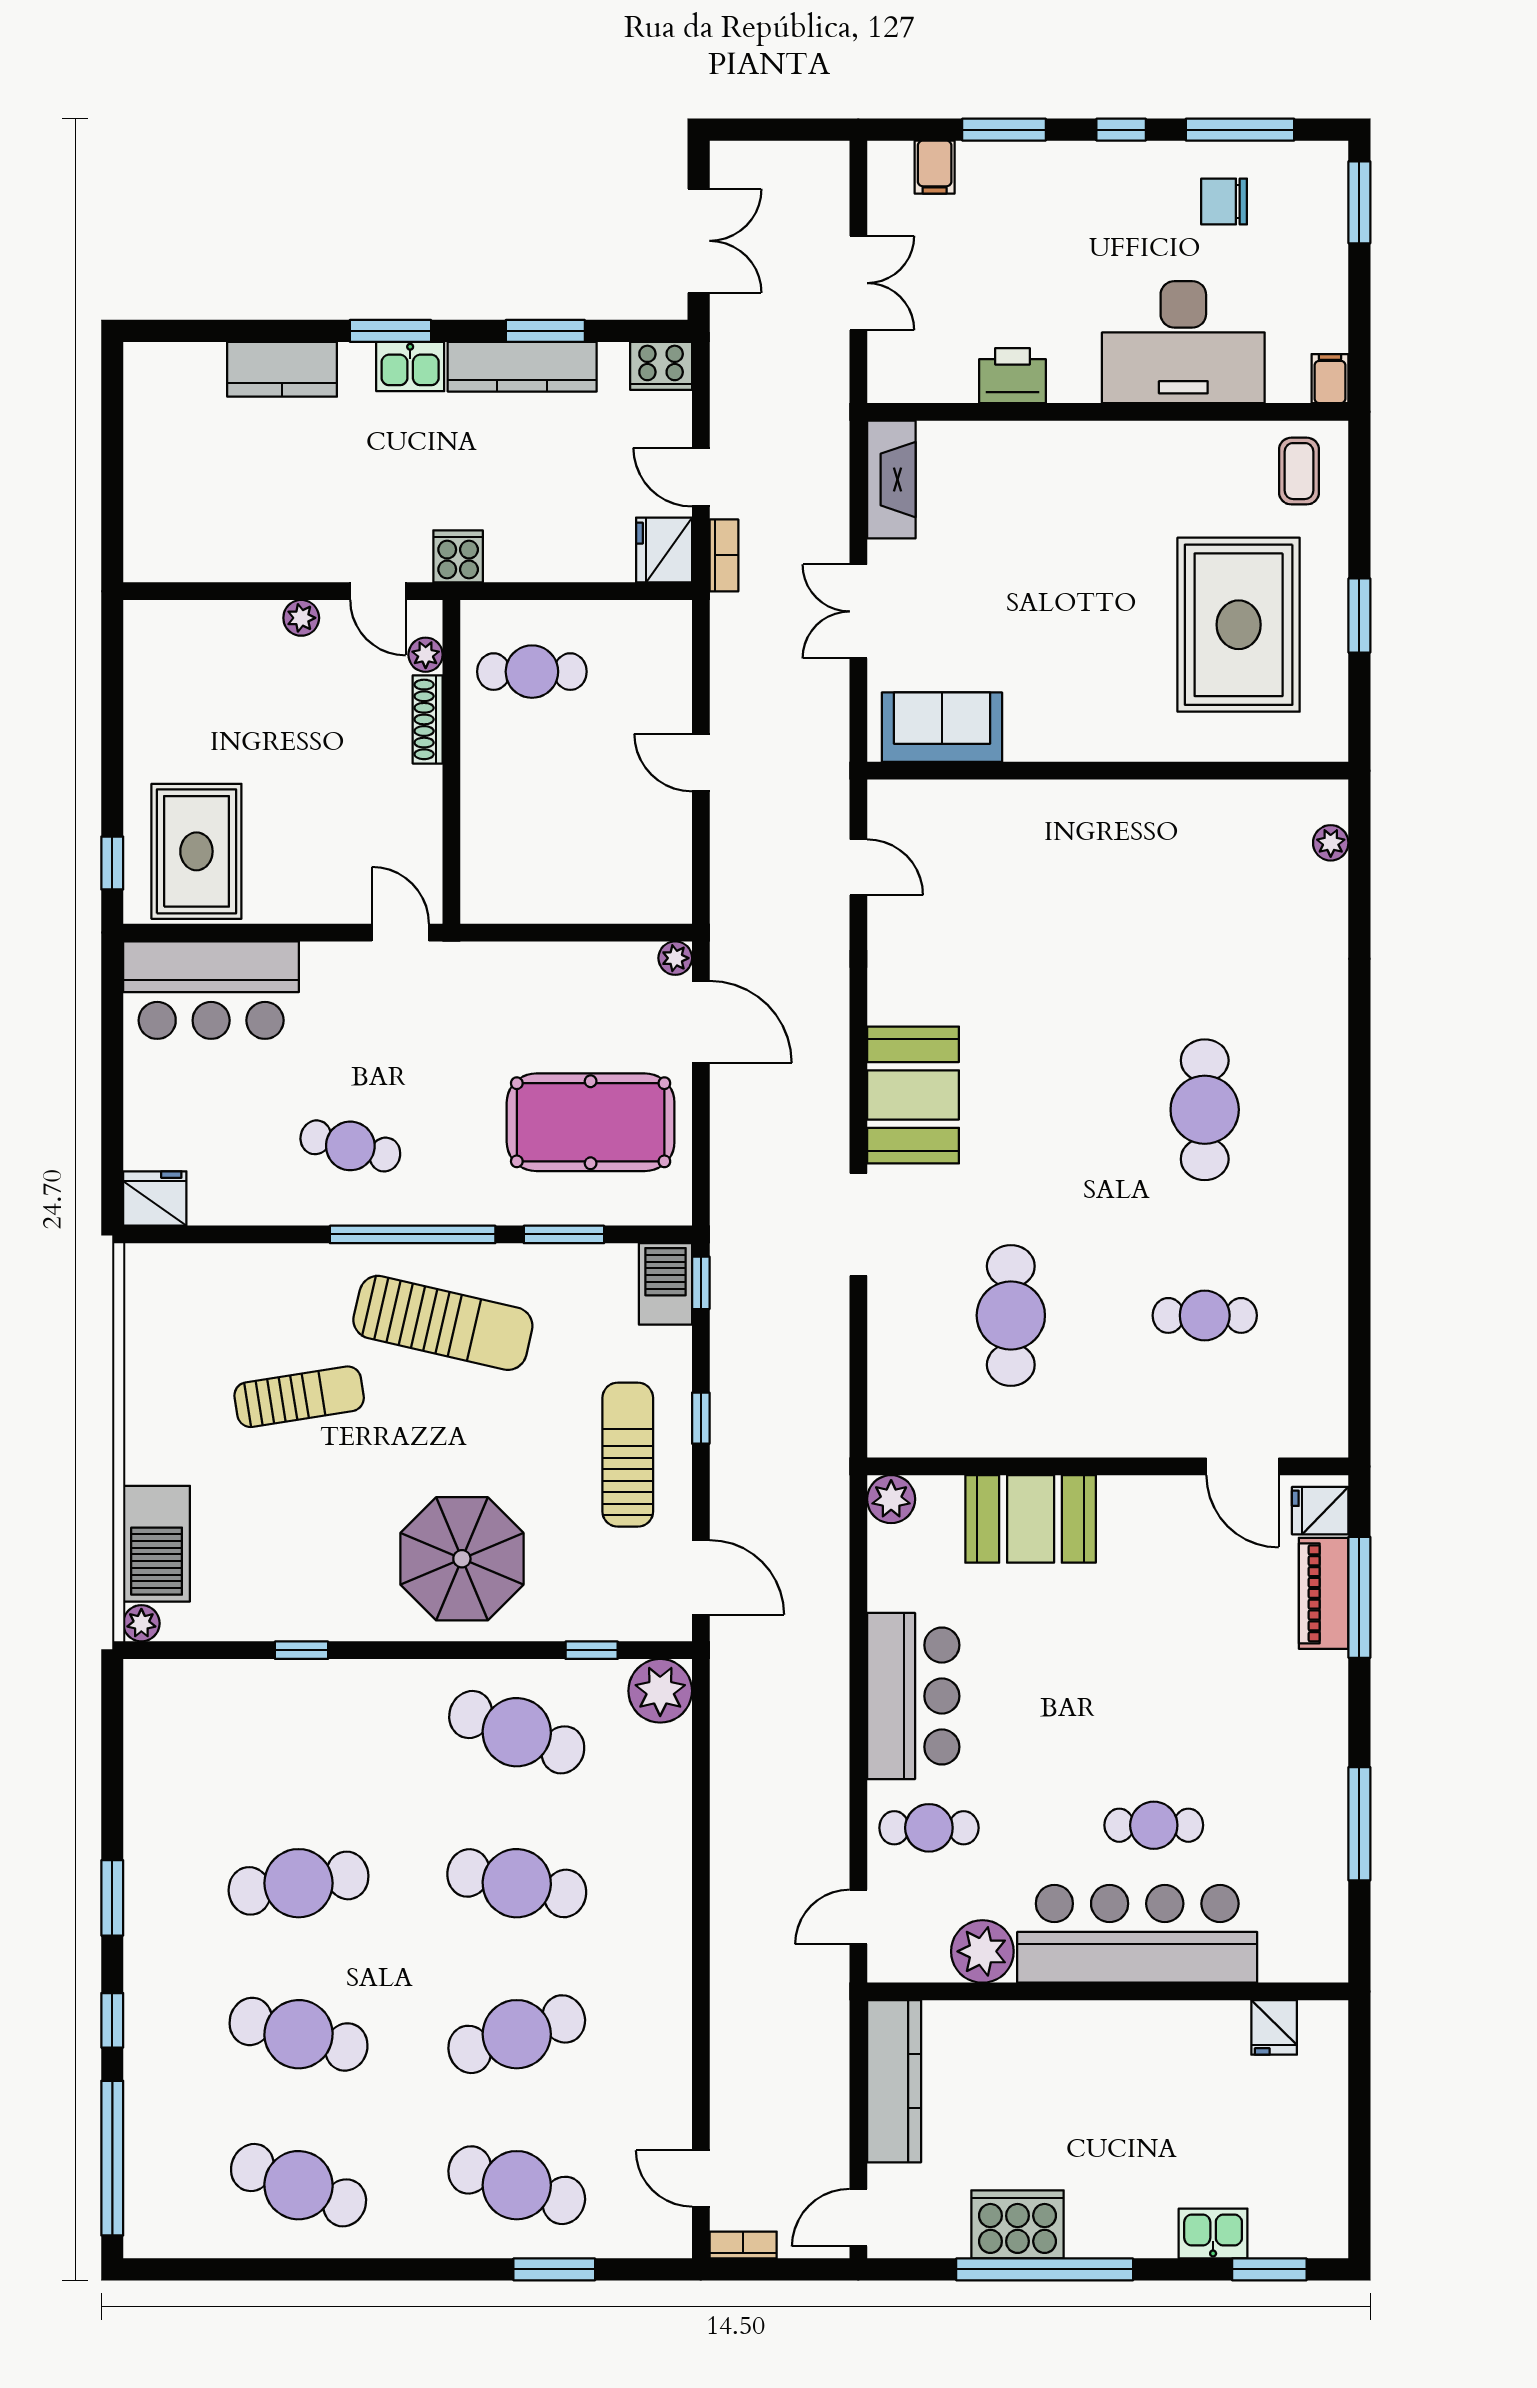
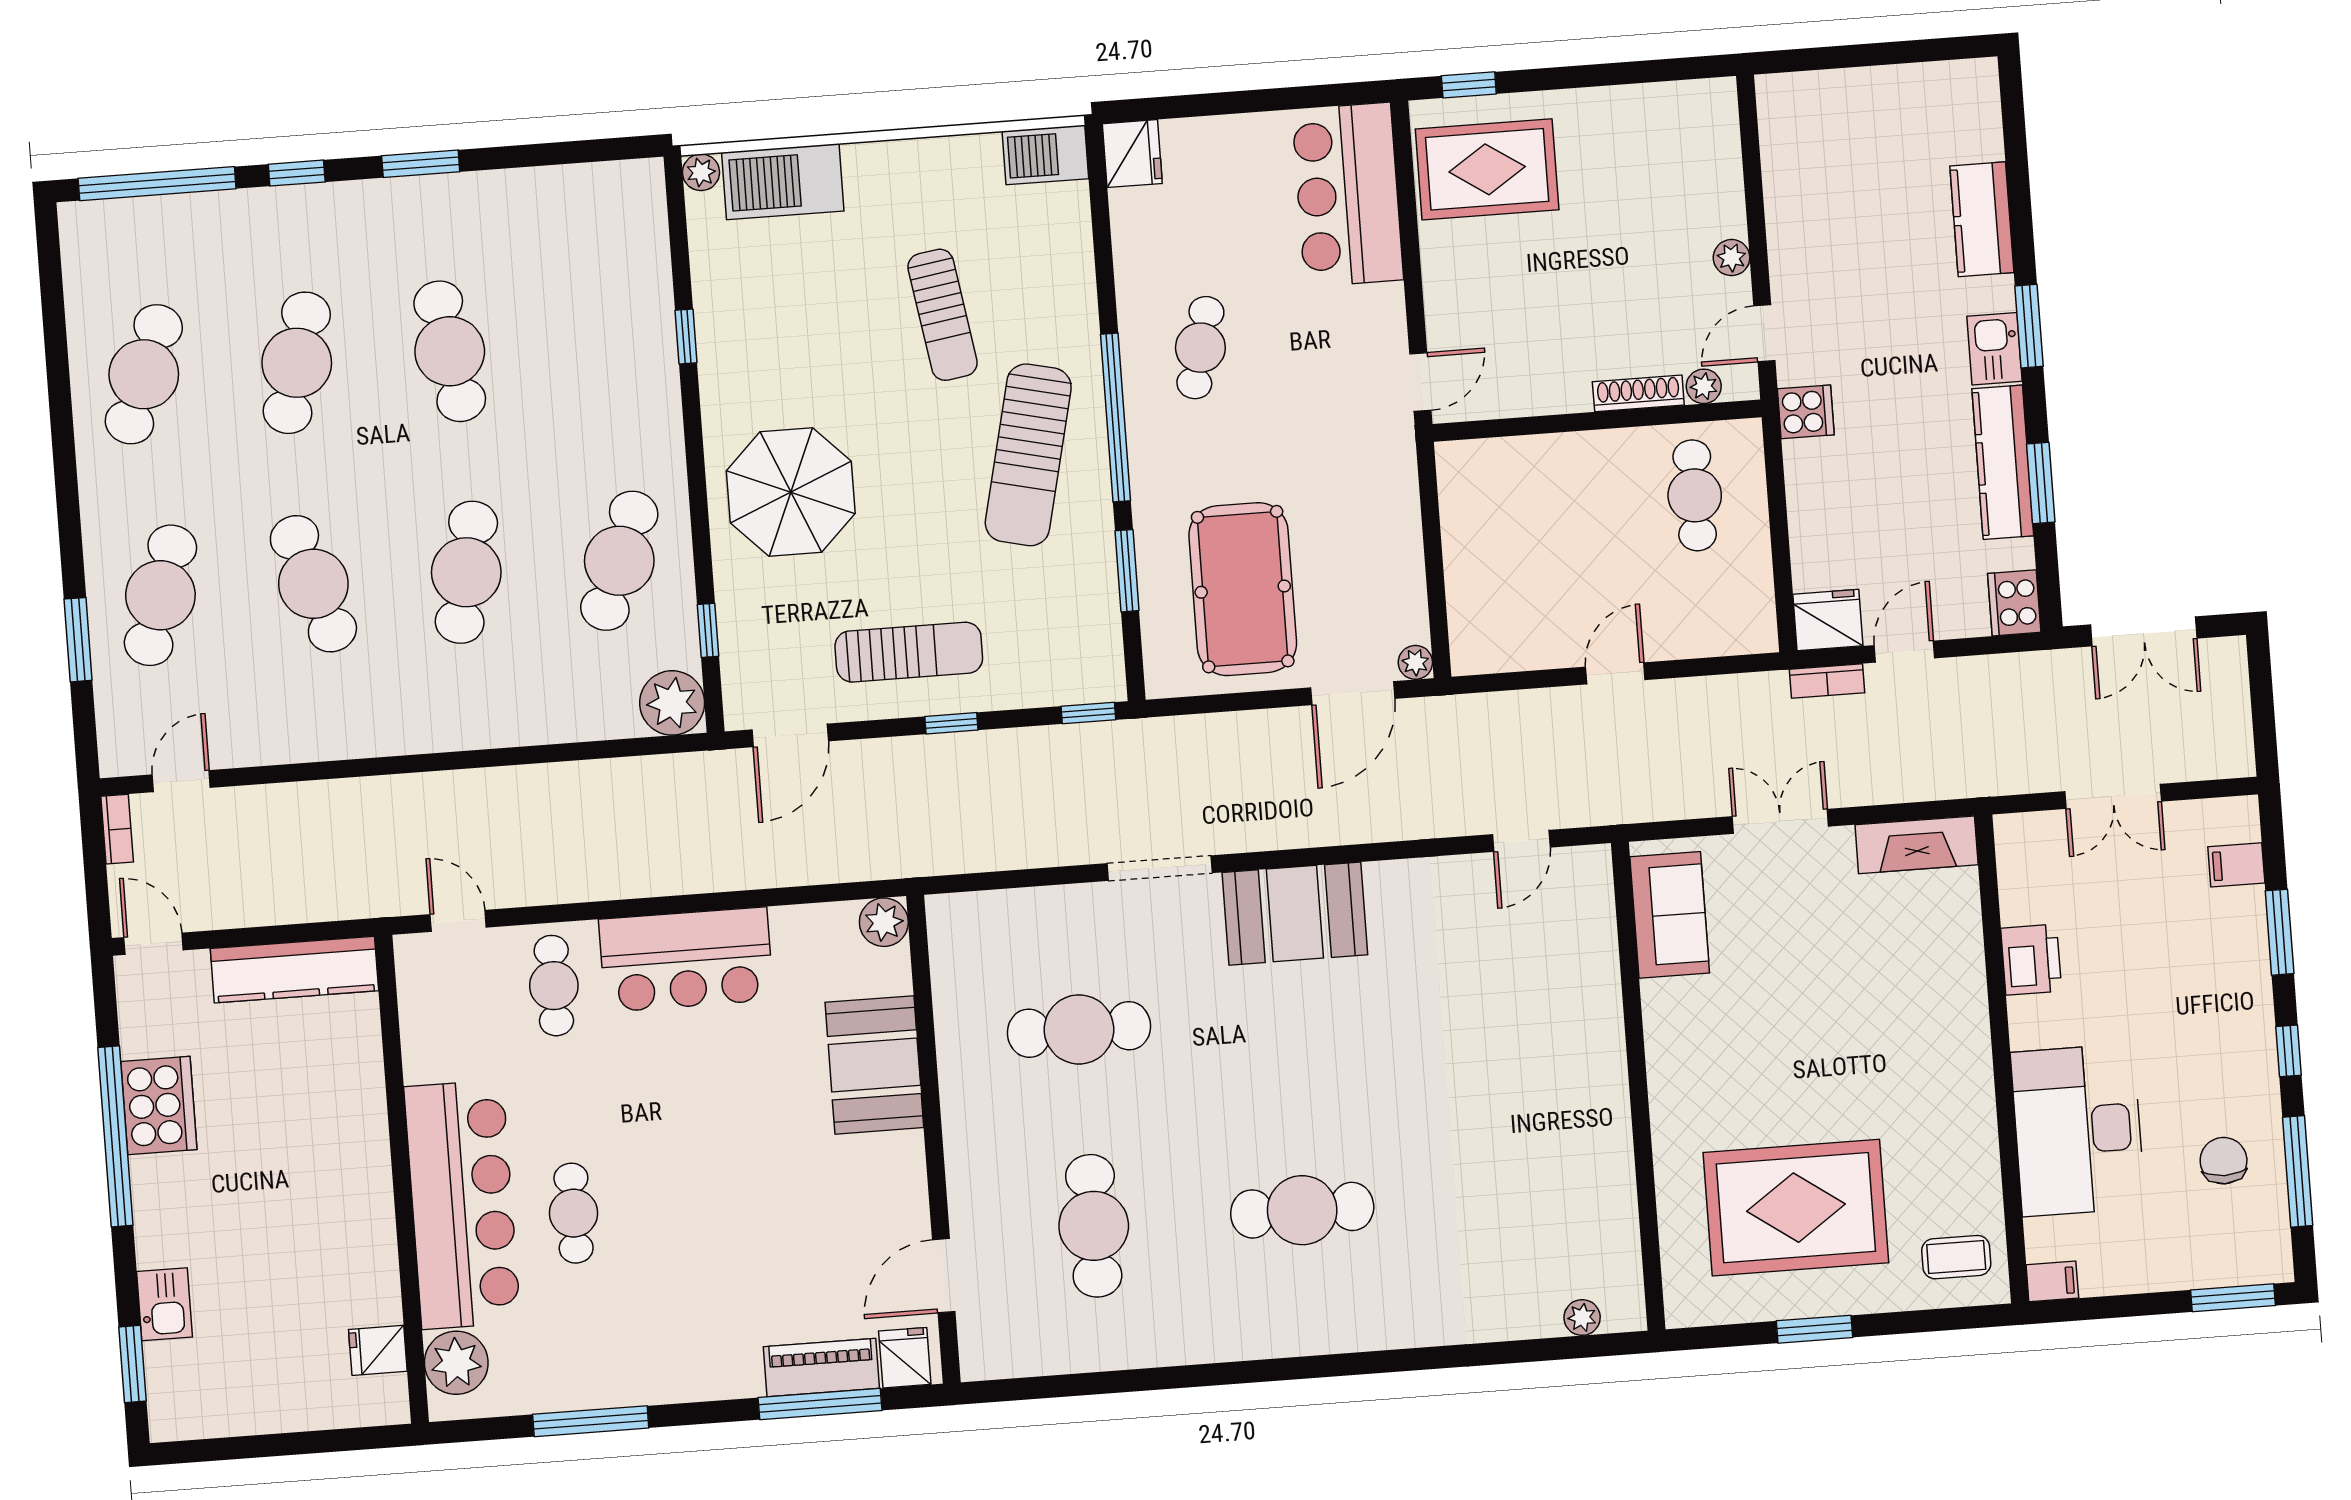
barbecue: (665, 1284) -> (1045, 155), moved, turned 180
cafe table: (1205, 1315) -> (1094, 1226), width x1.37, depth x1.35
plant: (982, 1951) -> (456, 1363), moved

